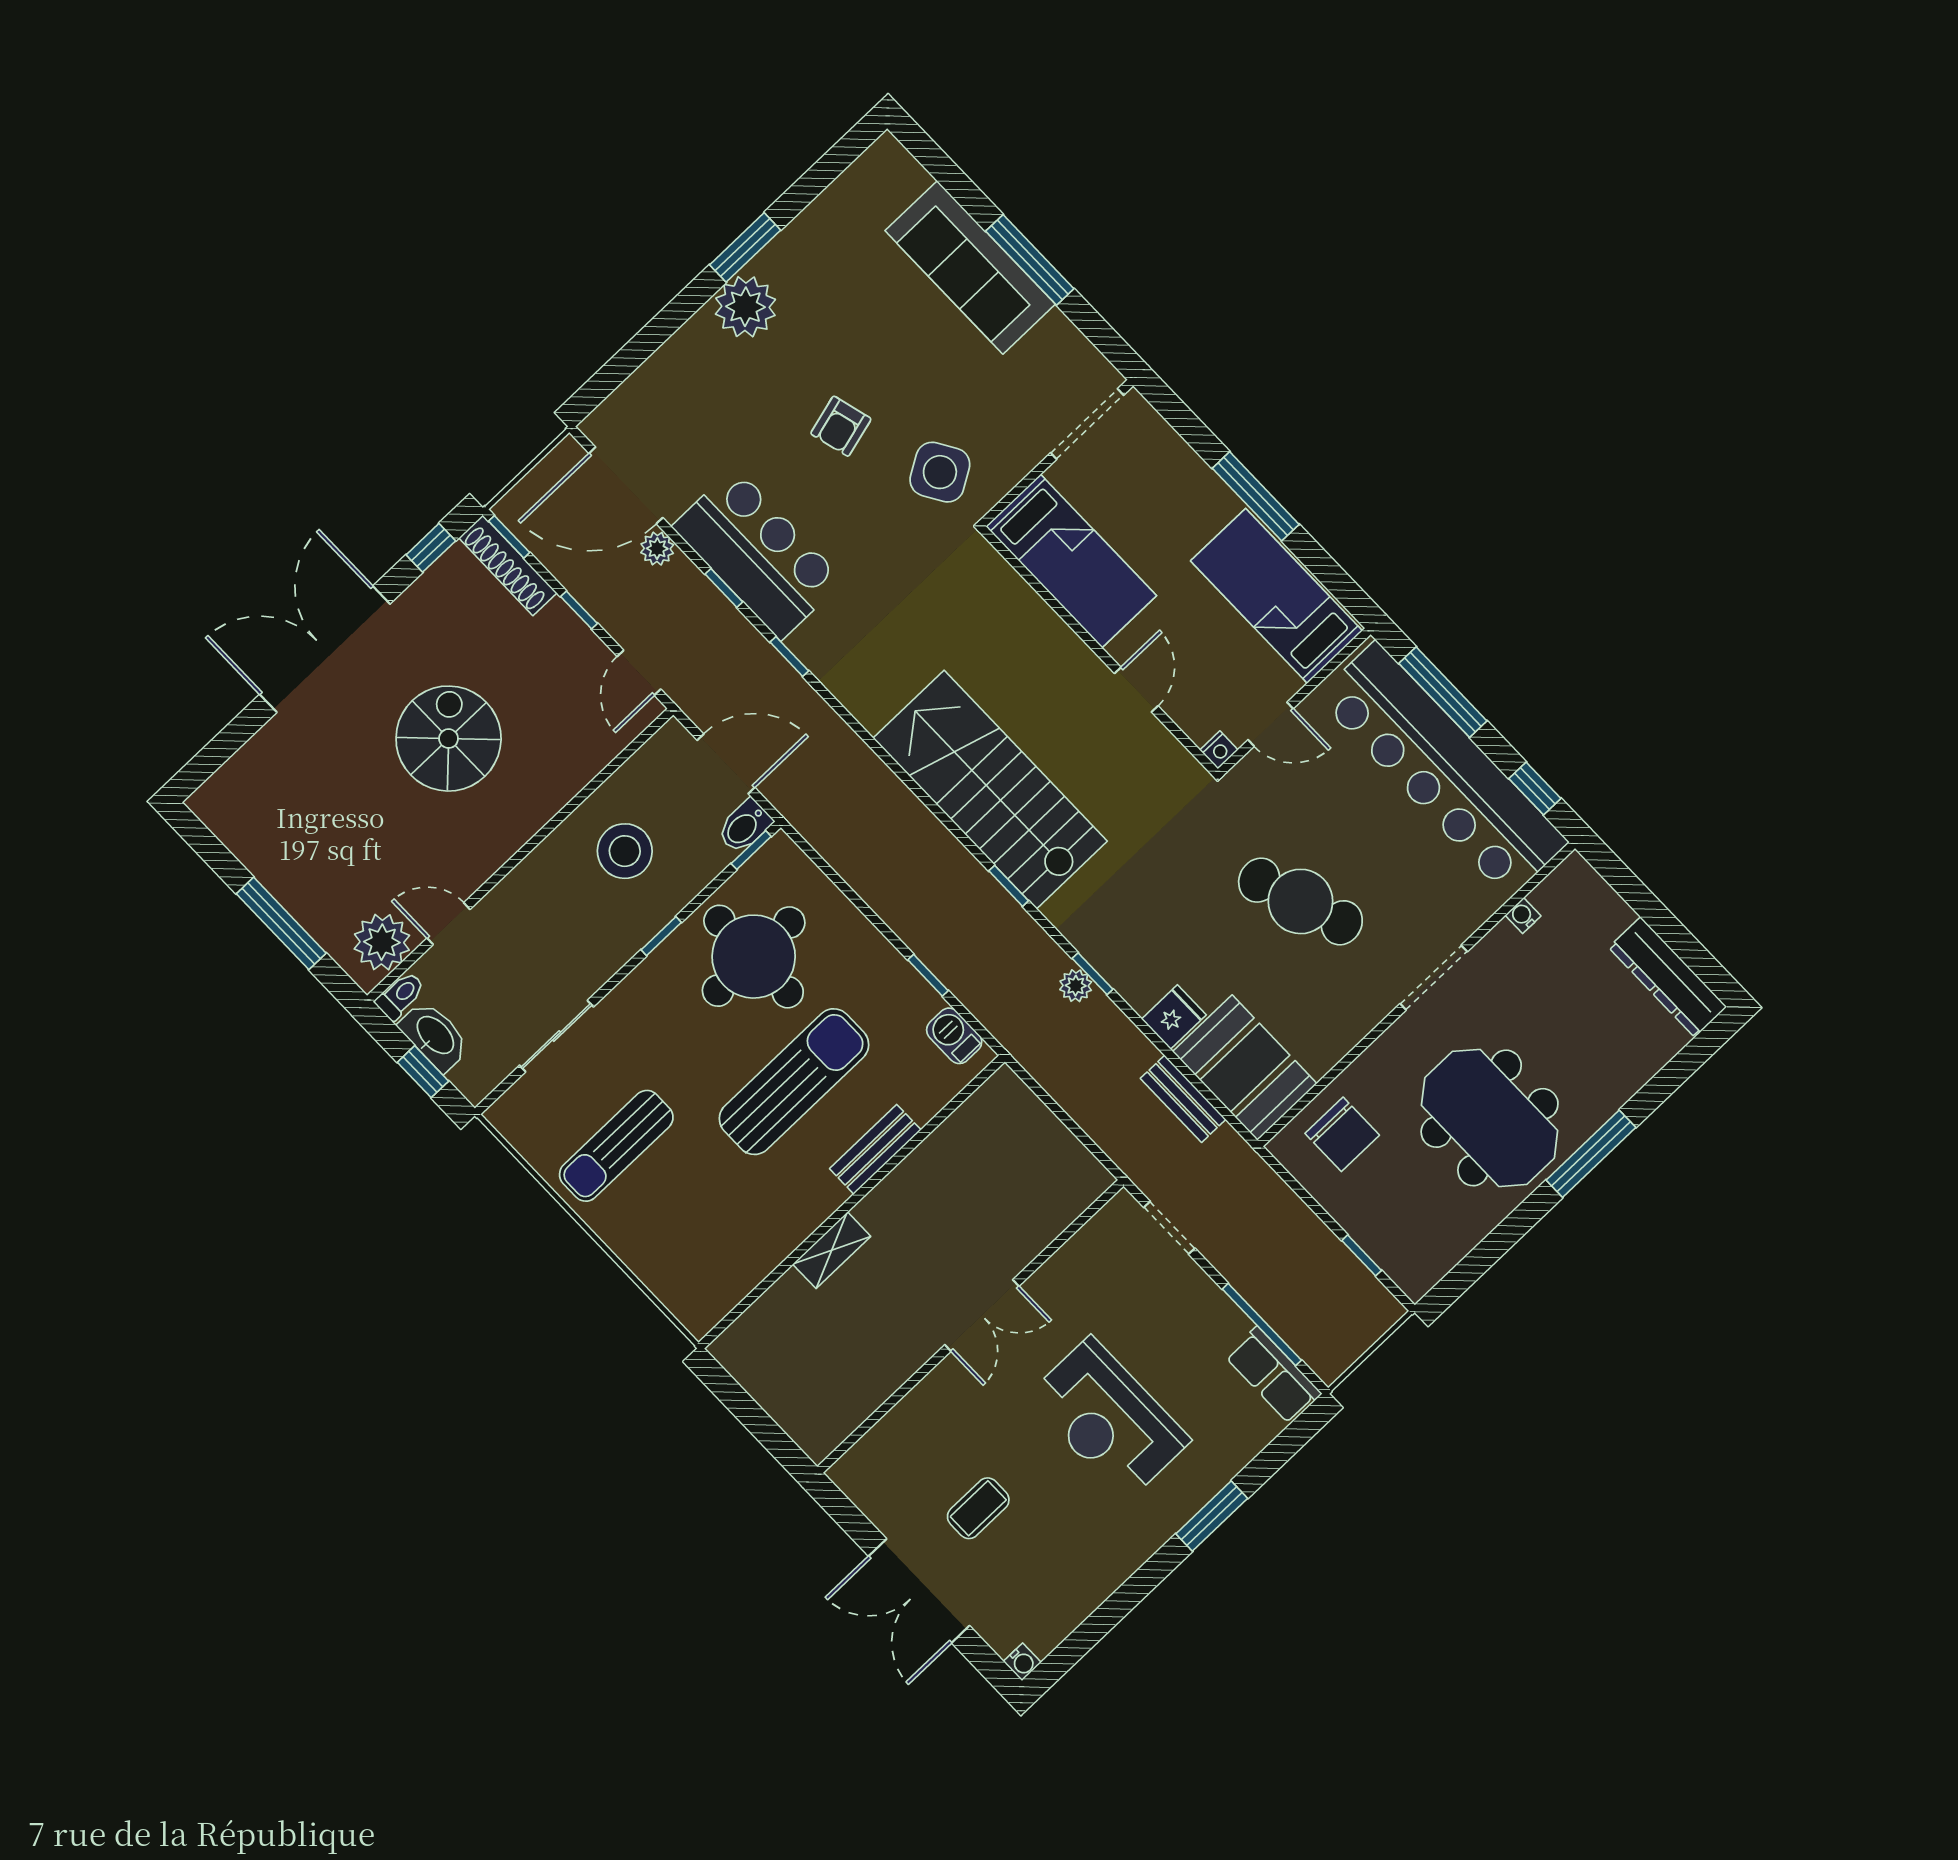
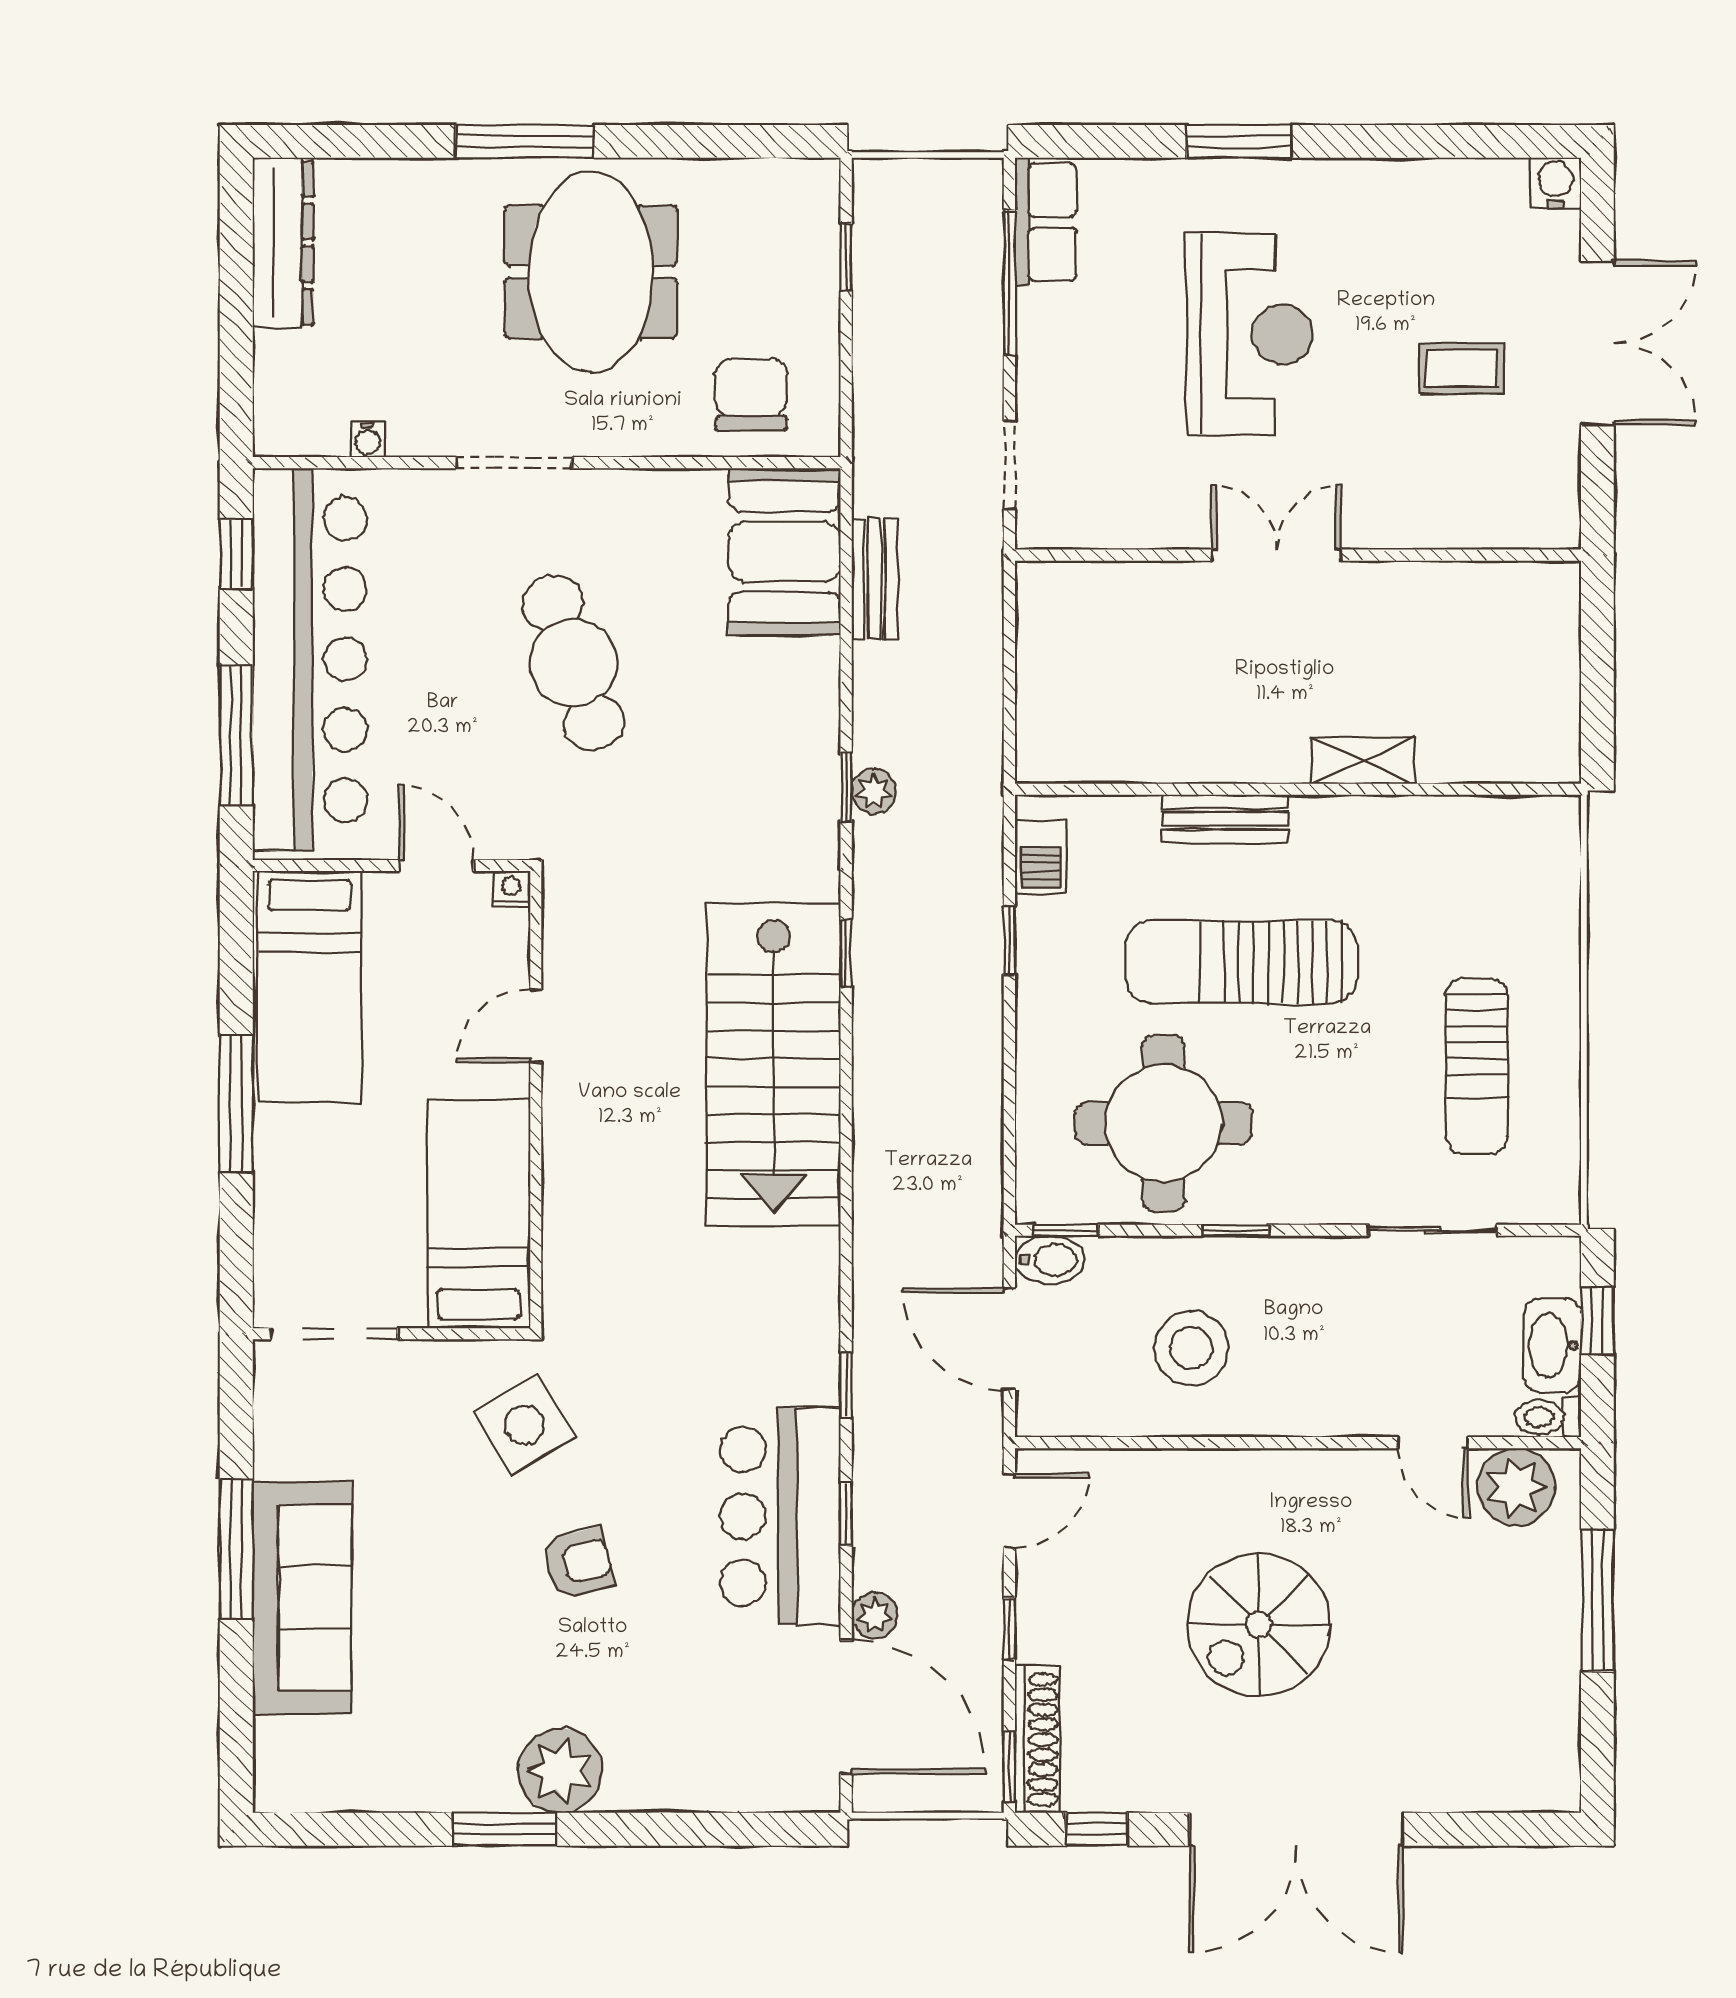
fridge: (1174, 1017) -> (807, 668), removed
sun lounger: (616, 1146) -> (1477, 1066), turned 90
water cooler: (1022, 1662) -> (1556, 183), width x1.38, depth x1.38

